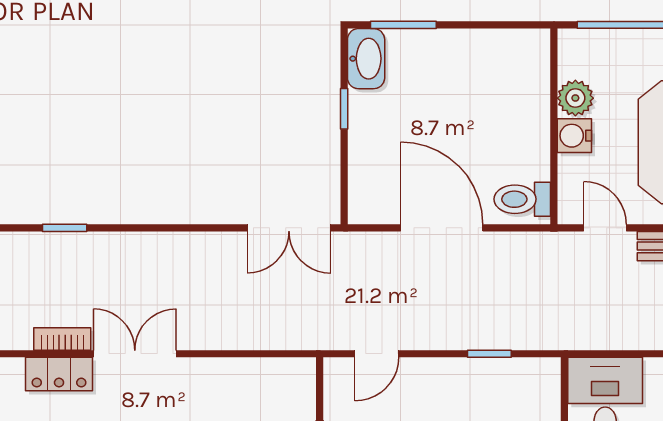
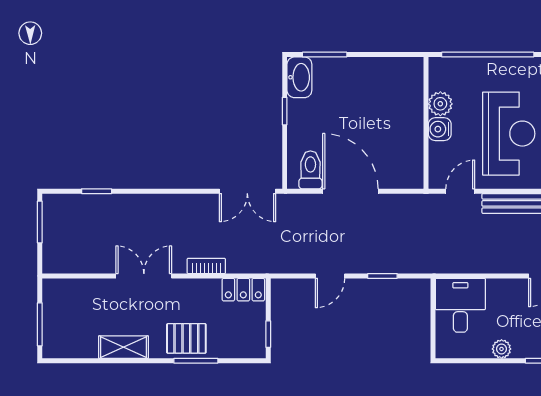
toilet: (522, 199) -> (310, 170), moved, turned 90
door: (605, 228) -> (460, 191), hinge flipped
bookcase: (62, 339) -> (206, 266), moved
door: (377, 354) -> (330, 276), moved
locker: (59, 374) -> (243, 290), moved

